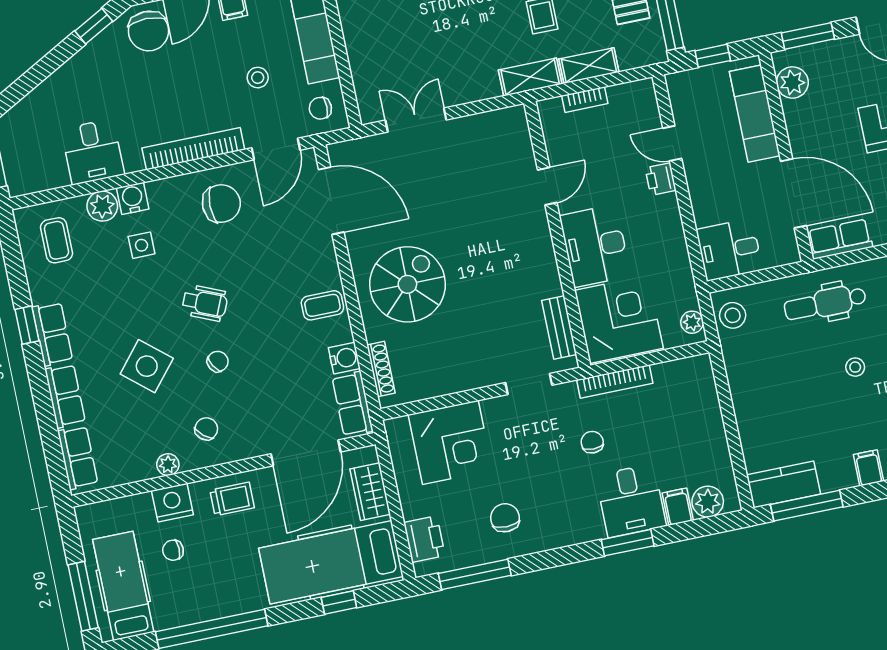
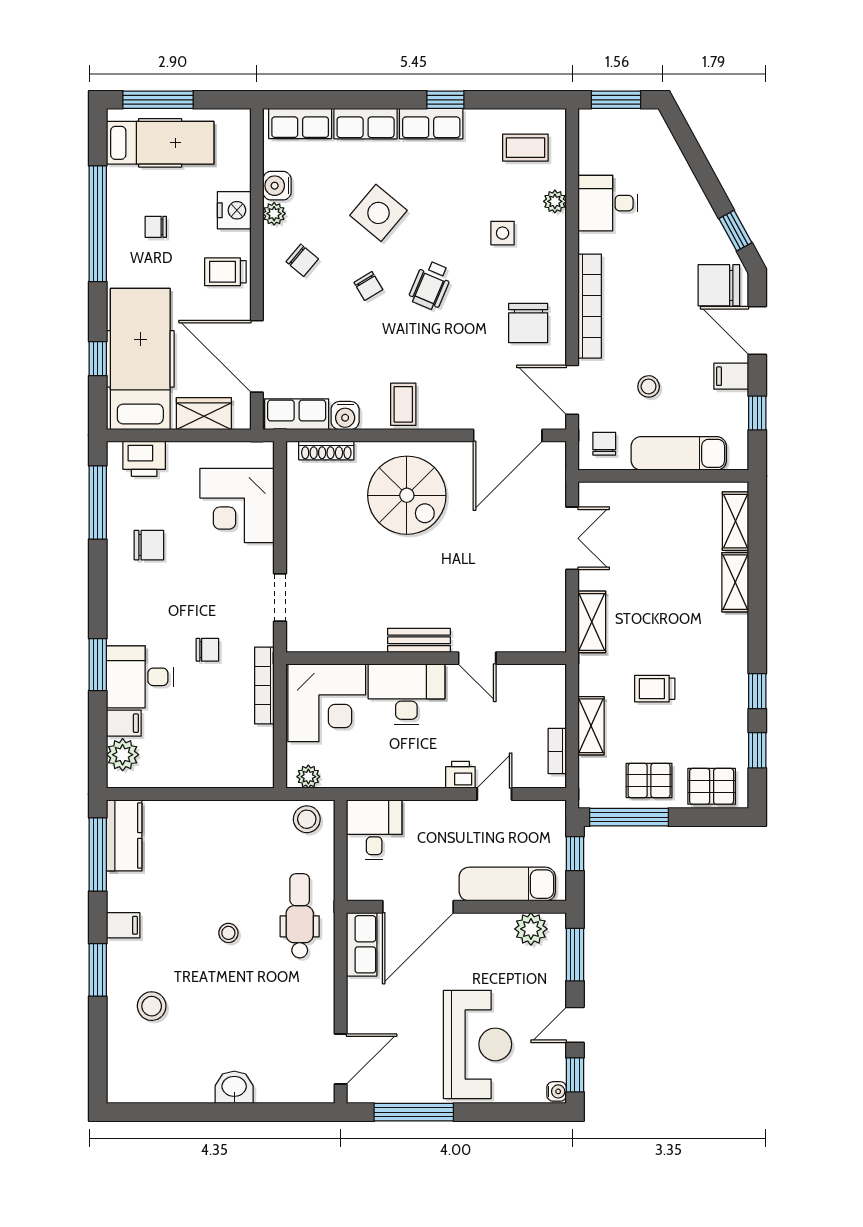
shelving: (530, 77) -> (592, 622), moved
bookcase: (585, 100) -> (557, 751), moved
water cooler: (133, 198) -> (277, 186), moved, turned 180
plant: (102, 206) -> (555, 201), width x0.73, depth x0.73
bench: (559, 327) -> (419, 640), moved
trolley: (232, 499) -> (225, 272), turned 90
chair: (173, 550) -> (156, 227), moved, turned -90

